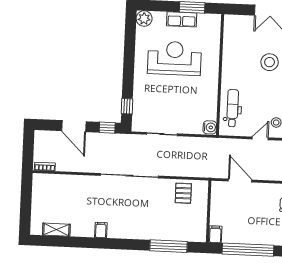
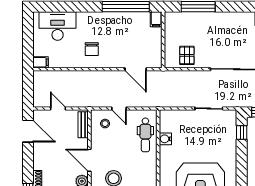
water cooler: (210, 127) -> (165, 139), moved
door: (260, 138) -> (119, 109), hinge flipped

